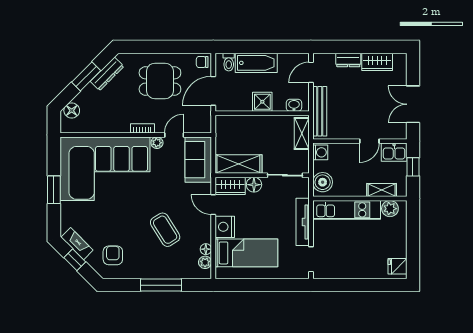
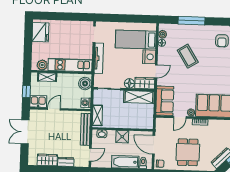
dining table: (160, 81) -> (188, 152), turned 90
door: (213, 91) -> (154, 145), swing flipped
double door: (413, 104) -> (25, 132), swing flipped
door: (213, 205) -> (156, 71), hinge flipped
fridge: (397, 266) -> (40, 32), width x1.88, depth x1.34

